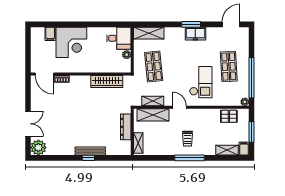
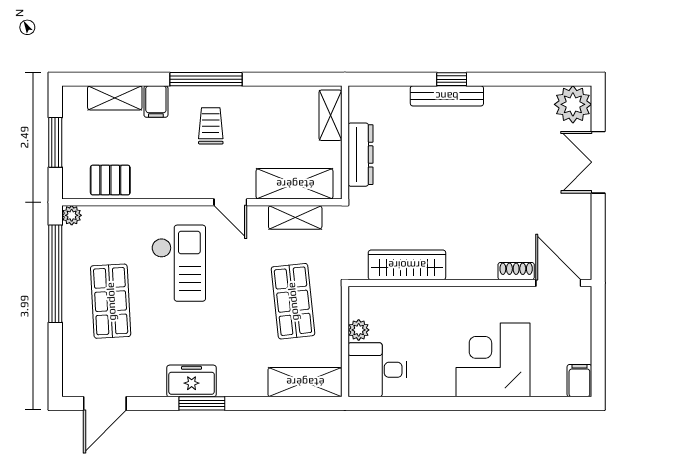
filing cabinet: (50, 34) -> (579, 381), moved
checkout: (201, 82) -> (179, 263), turned 180
filing cabinet: (244, 149) -> (156, 102), moved

